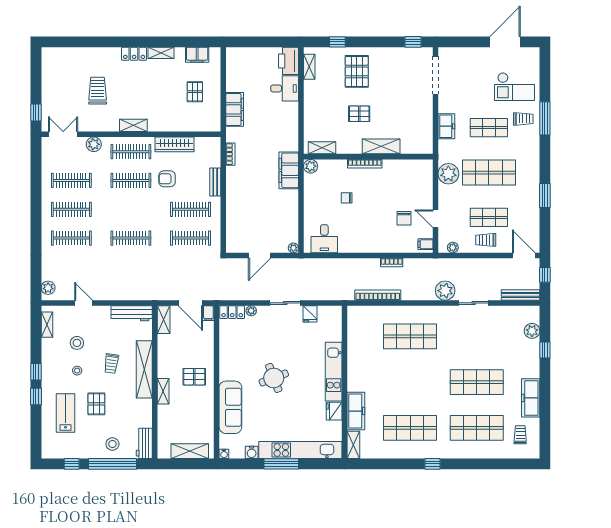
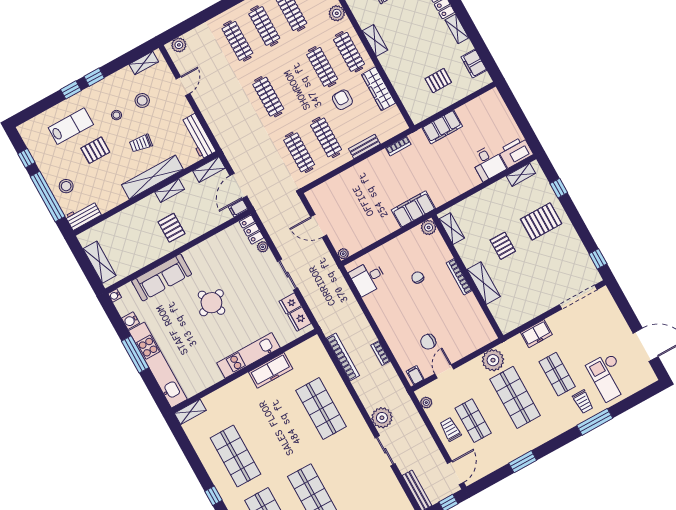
shelving: (163, 391) -> (170, 191), moved
fridge: (334, 411) -> (299, 319), moved, turned -90
freezer: (356, 411) -> (271, 370), moved

